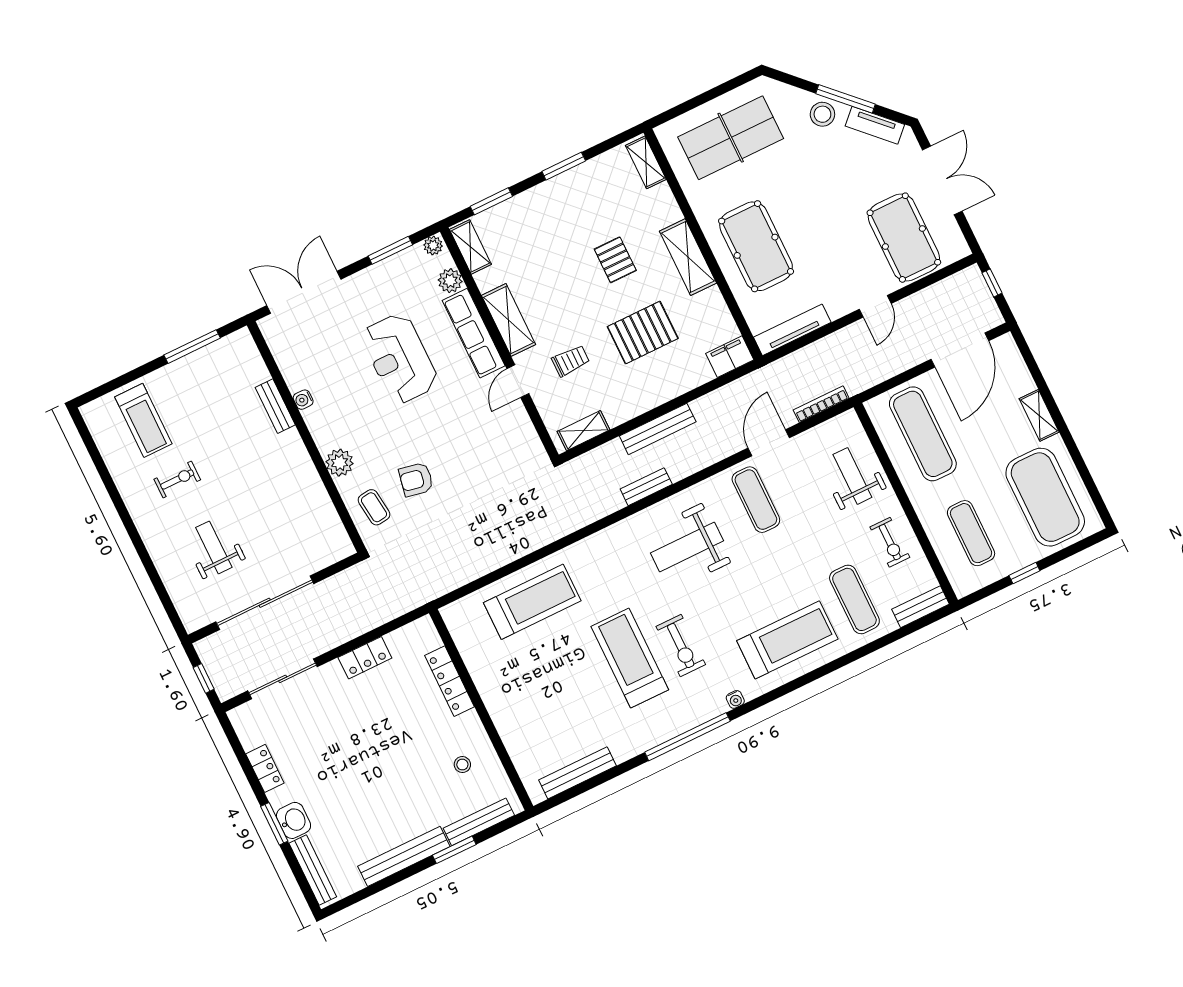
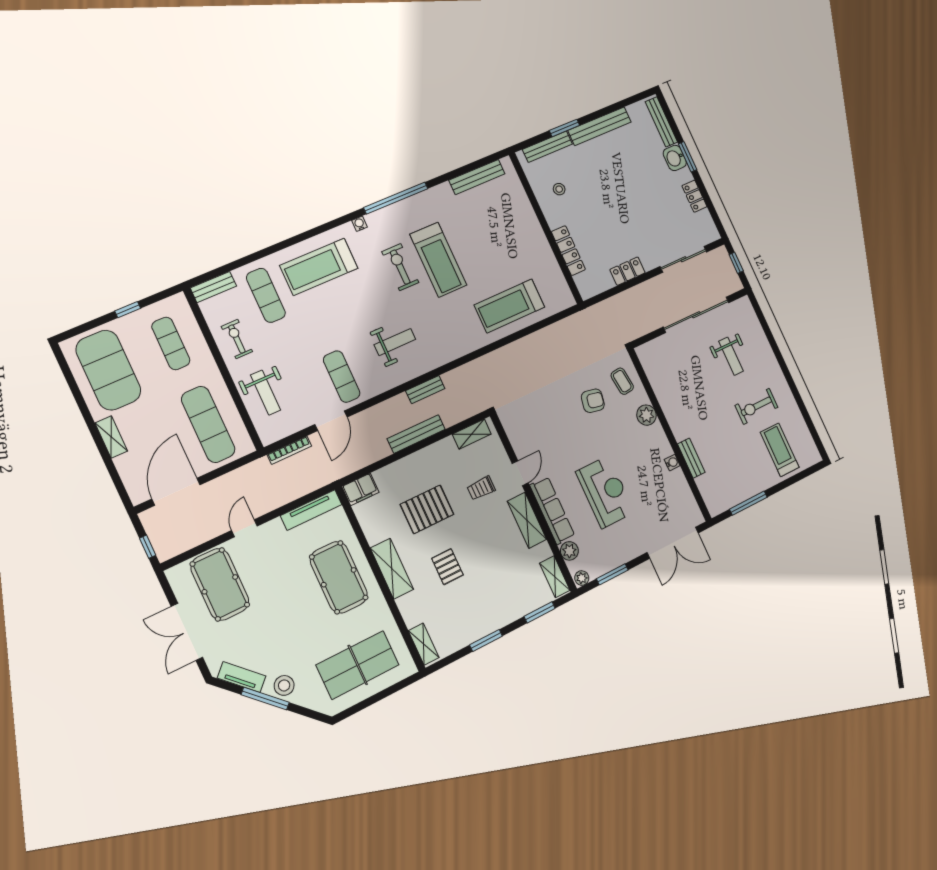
exercise bike: (177, 479) -> (756, 406), width x1.38, depth x1.39
weight bench: (687, 547) -> (395, 342), width x0.73, depth x0.75

